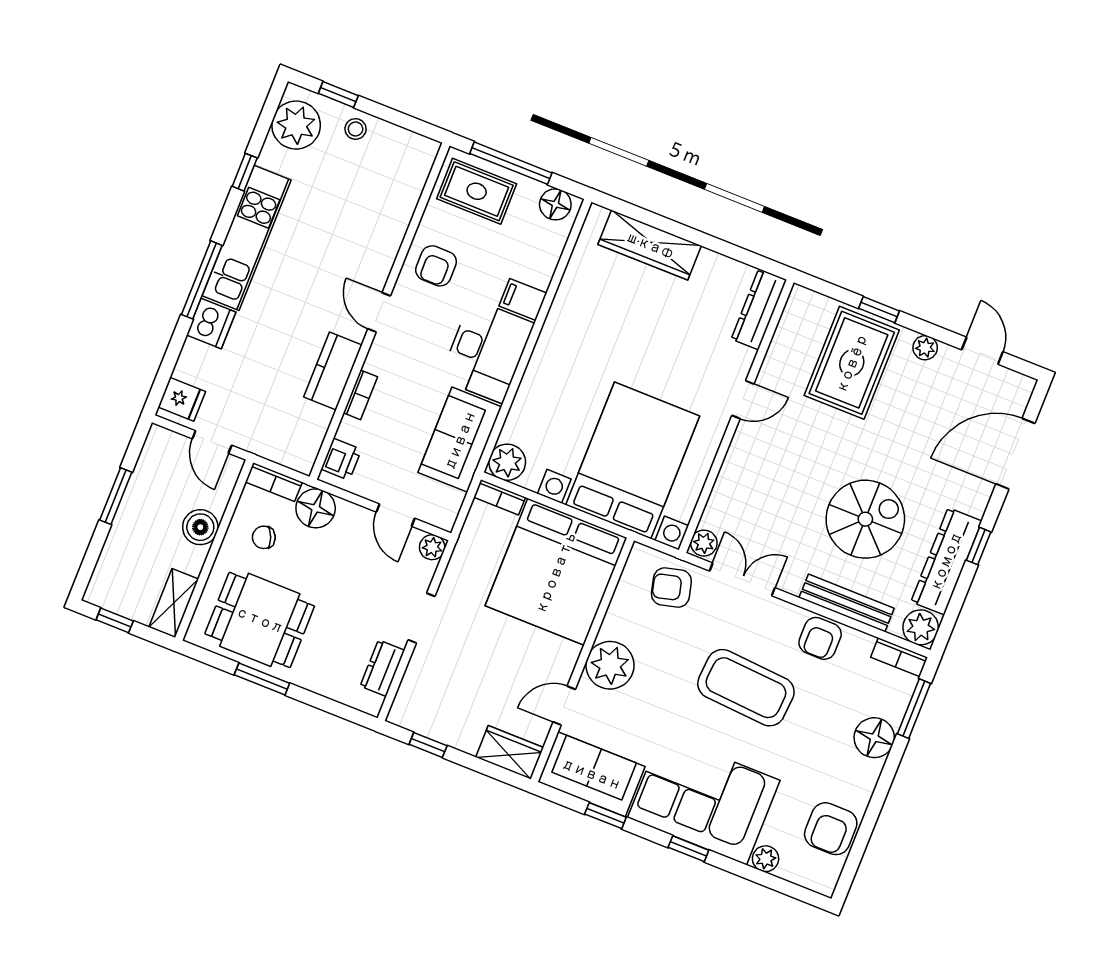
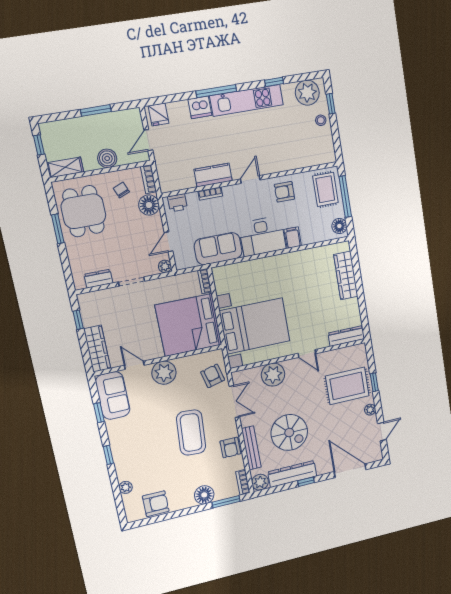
plant: (507, 462) -> (221, 275), removed
plant: (704, 543) -> (273, 375), moved, width x1.87, depth x1.87
armchair: (820, 638) -> (230, 447), turned -90
wardrobe: (510, 752) -> (97, 349), width x1.50
corner sofa: (704, 799) -> (134, 447), removed
armchair: (831, 829) -> (156, 504), turned 180

